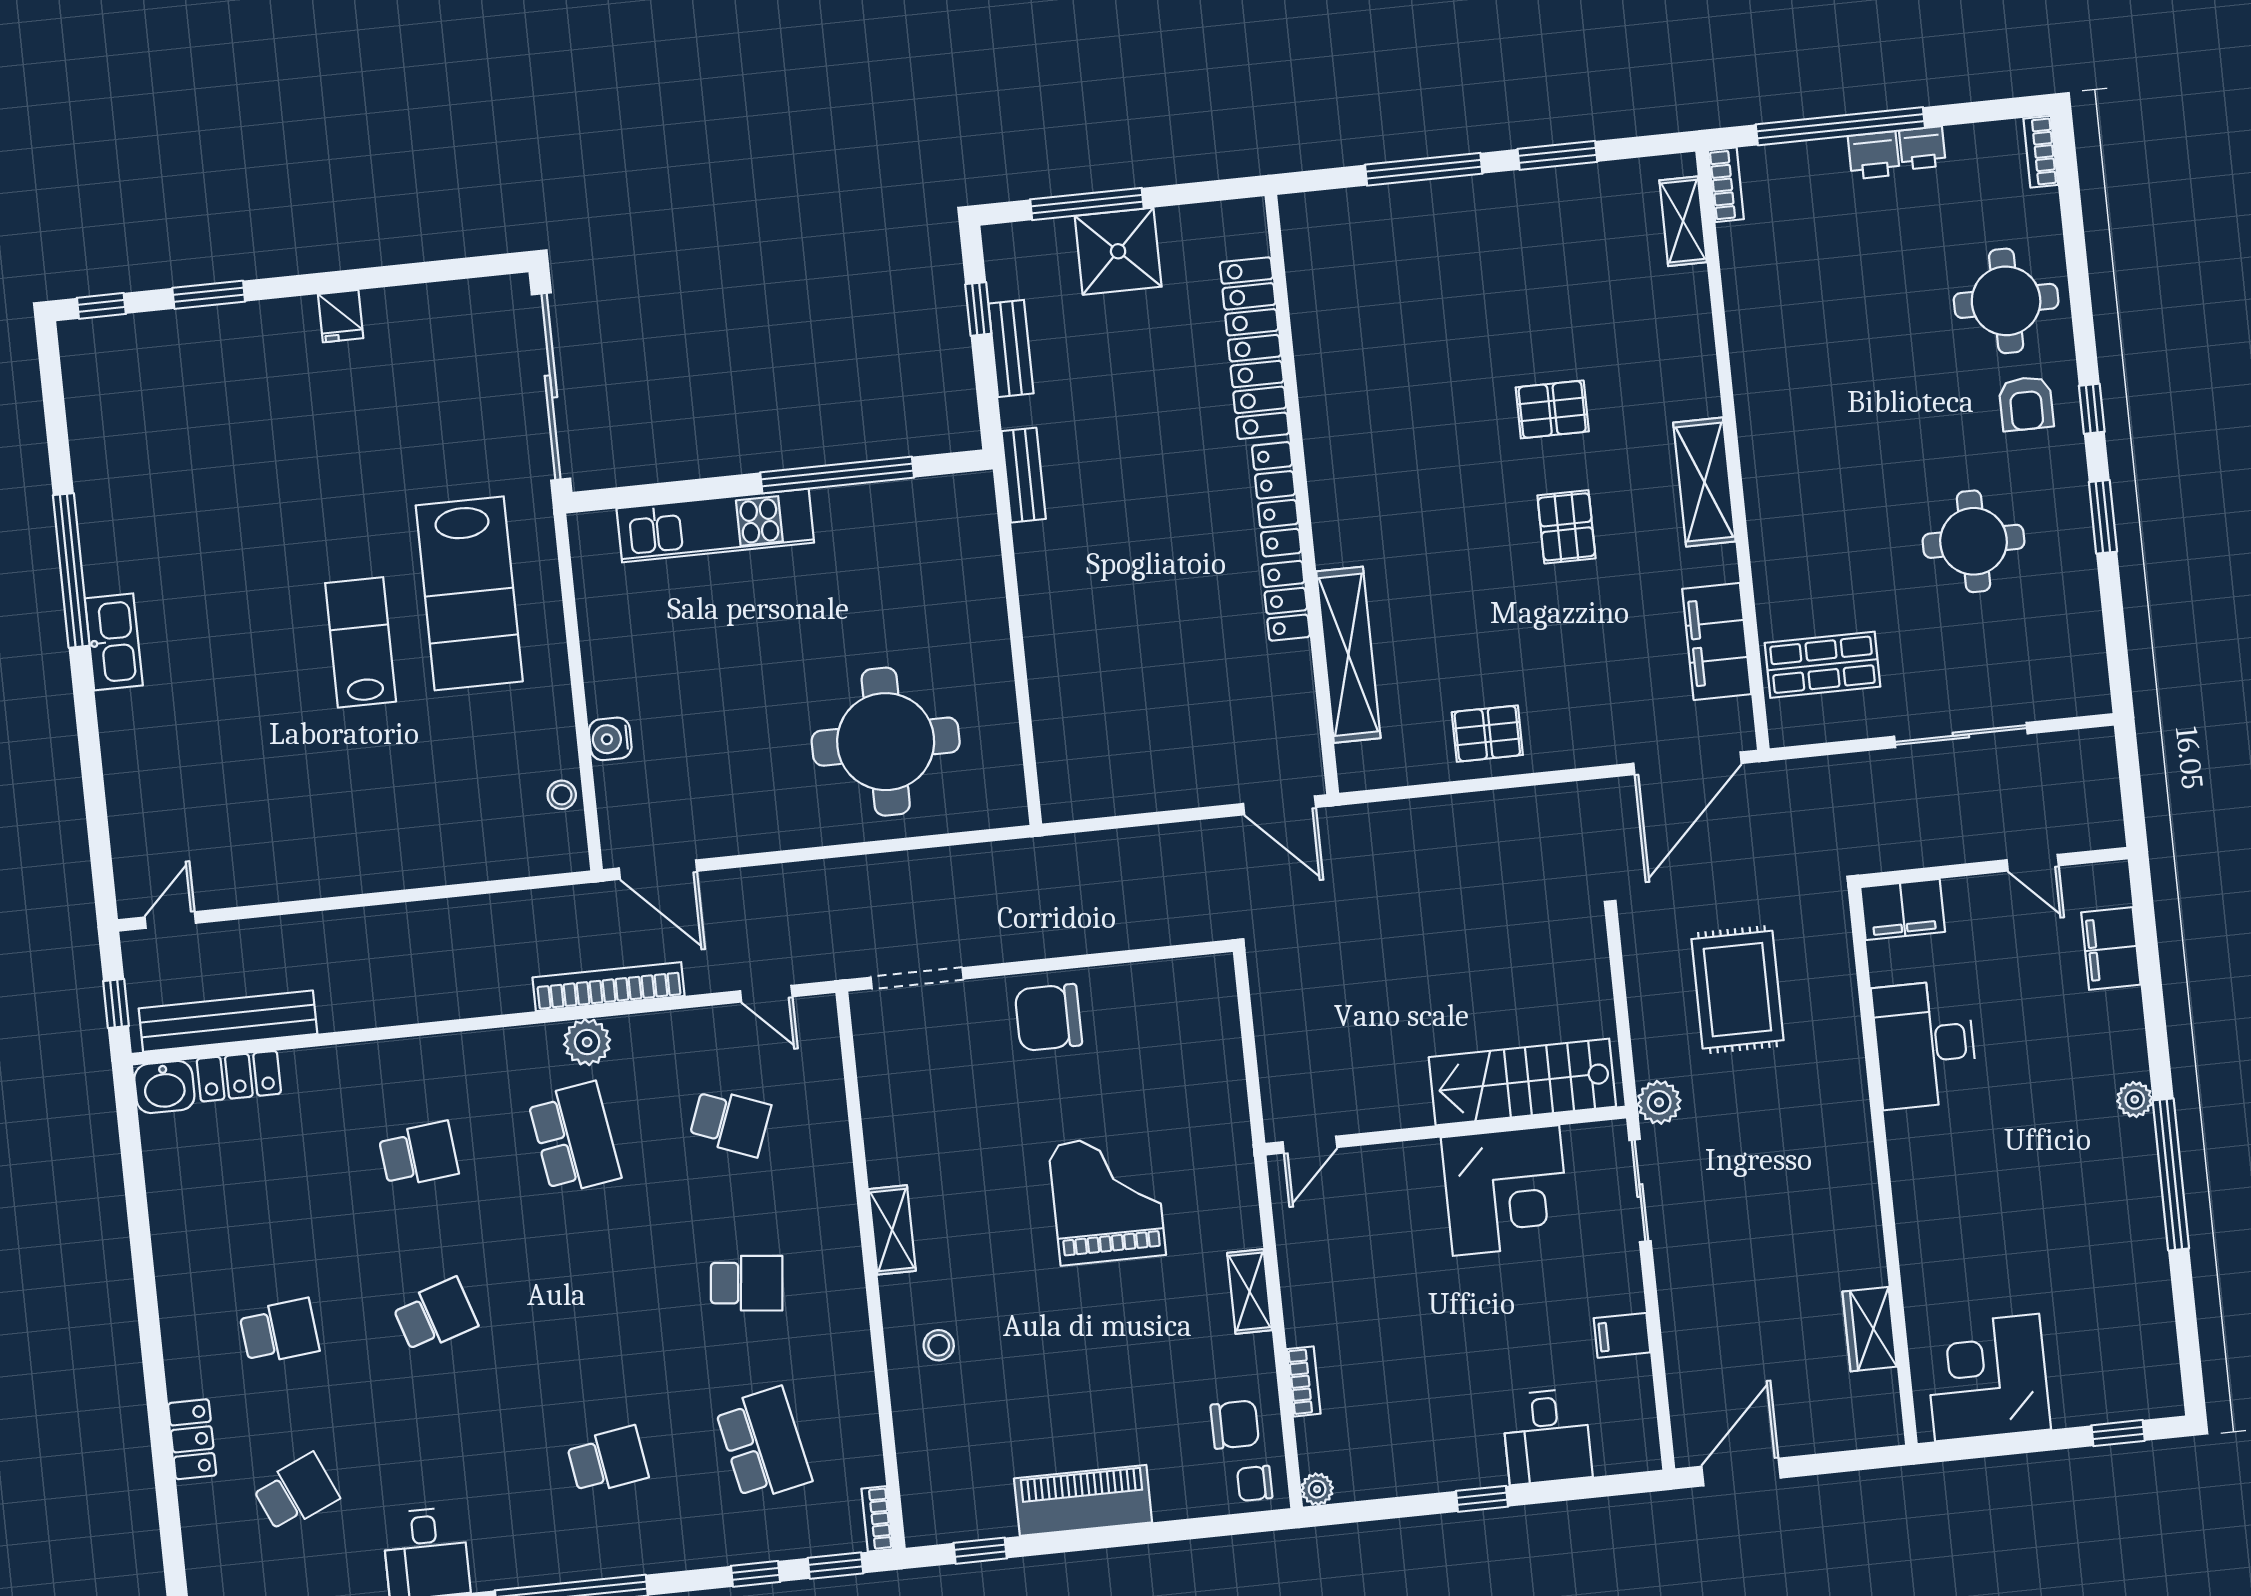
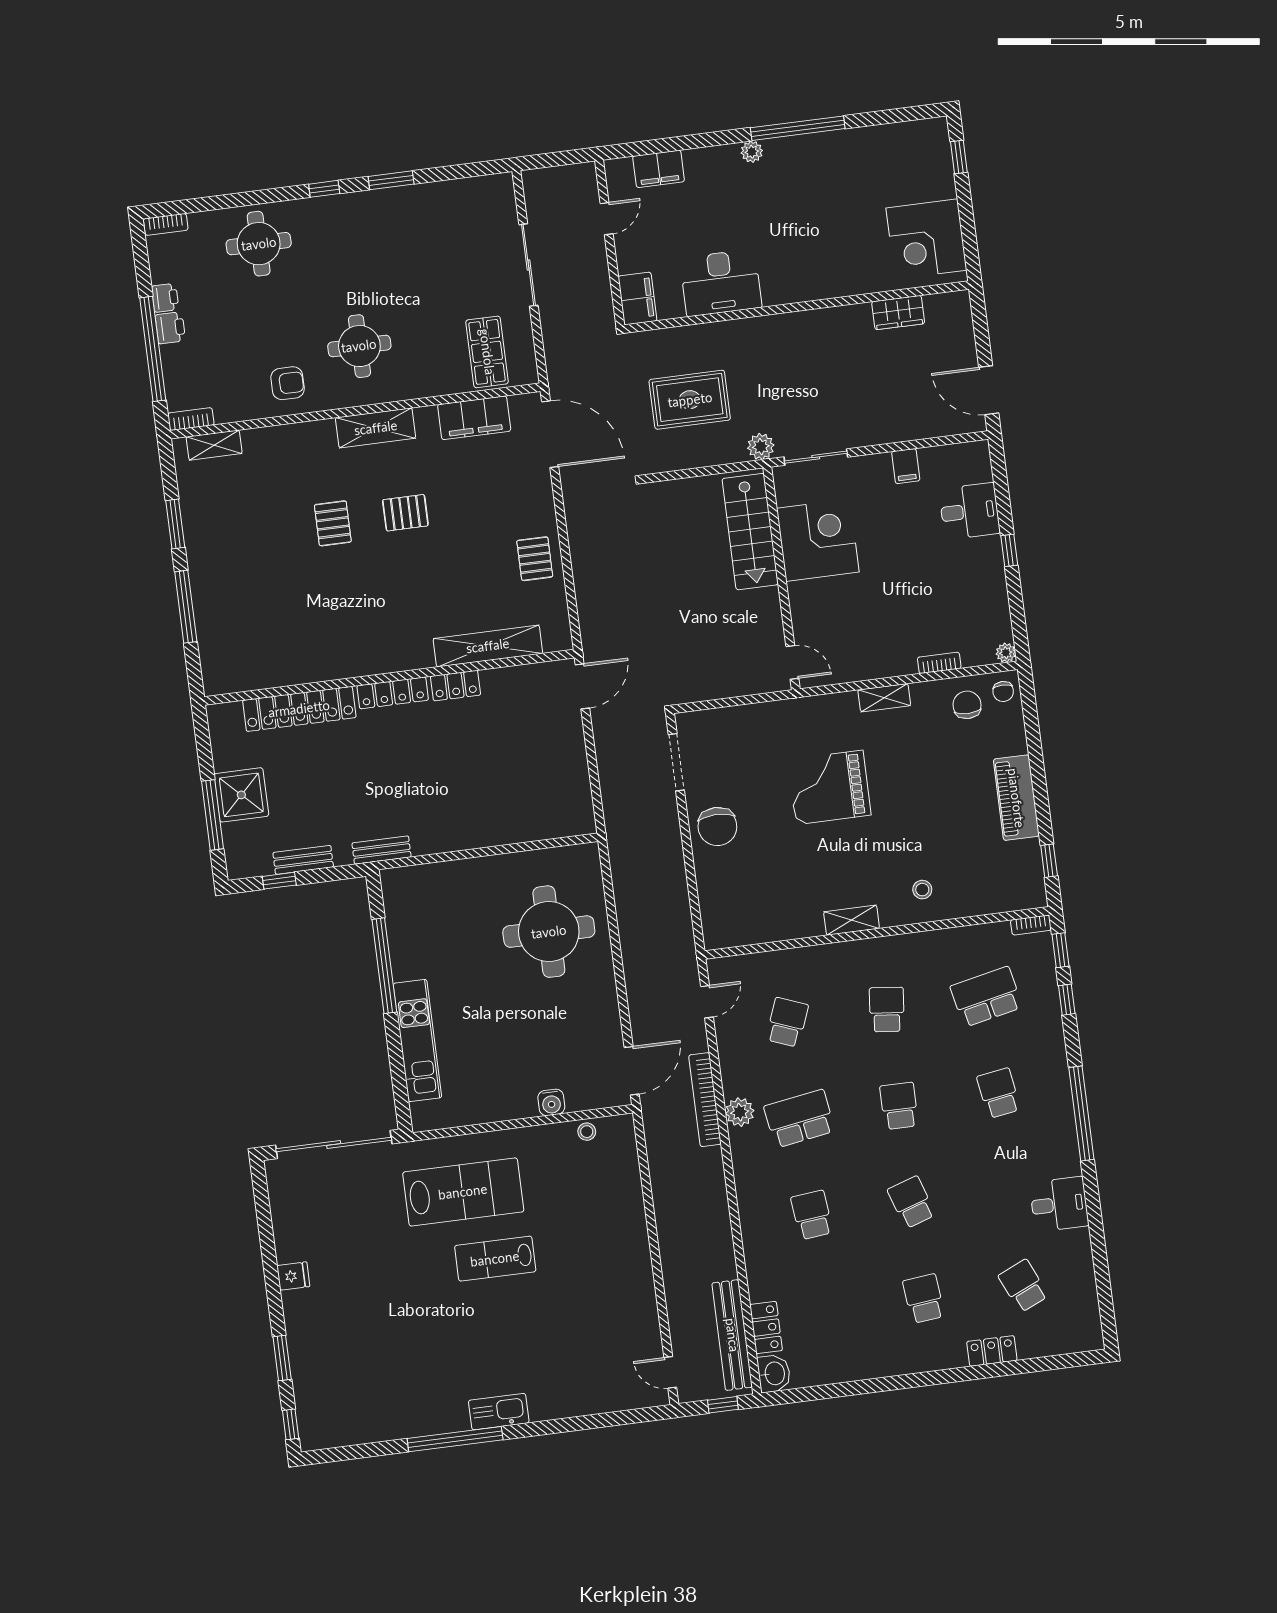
armchair: (2026, 404) -> (288, 383), moved
round table: (1974, 541) -> (359, 346), moved
doorway: (917, 978) -> (676, 762), moved
school desk: (591, 1299) -> (899, 1106), added

